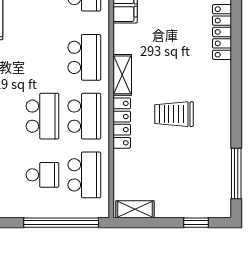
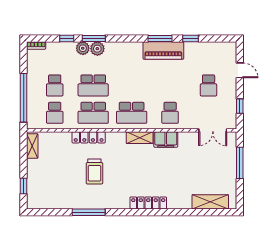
shelving: (122, 75) -> (140, 138), moved
trolley: (174, 114) -> (94, 172), turned 180
window: (236, 174) -> (89, 212), moved
school desk: (84, 175) -> (55, 113), width x0.54

